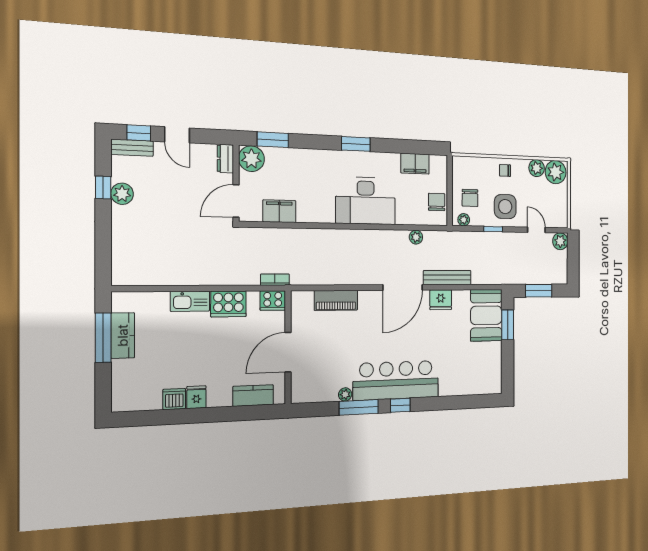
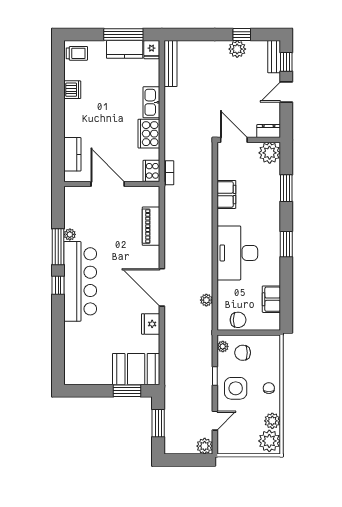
window: (273, 140) -> (286, 188), moved
filing cabinet: (279, 211) -> (226, 194), moved
bench: (447, 278) -> (170, 64), moved
trolley: (128, 395) -> (77, 53), added
fridge: (196, 397) -> (152, 50), moved, turned 90

